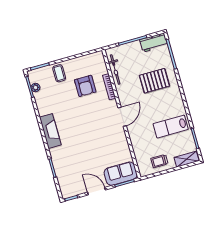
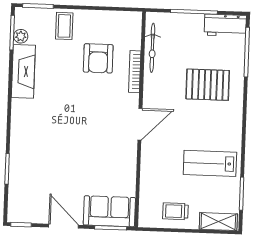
fireplace: (50, 131) -> (23, 71), moved

